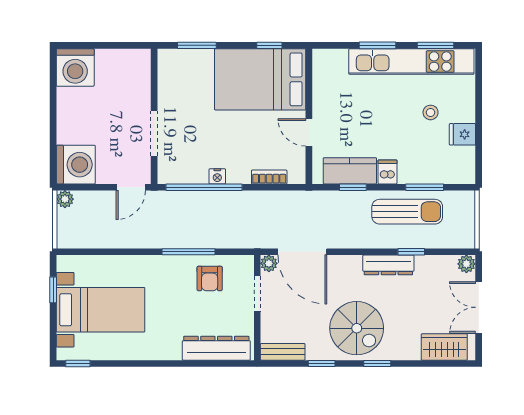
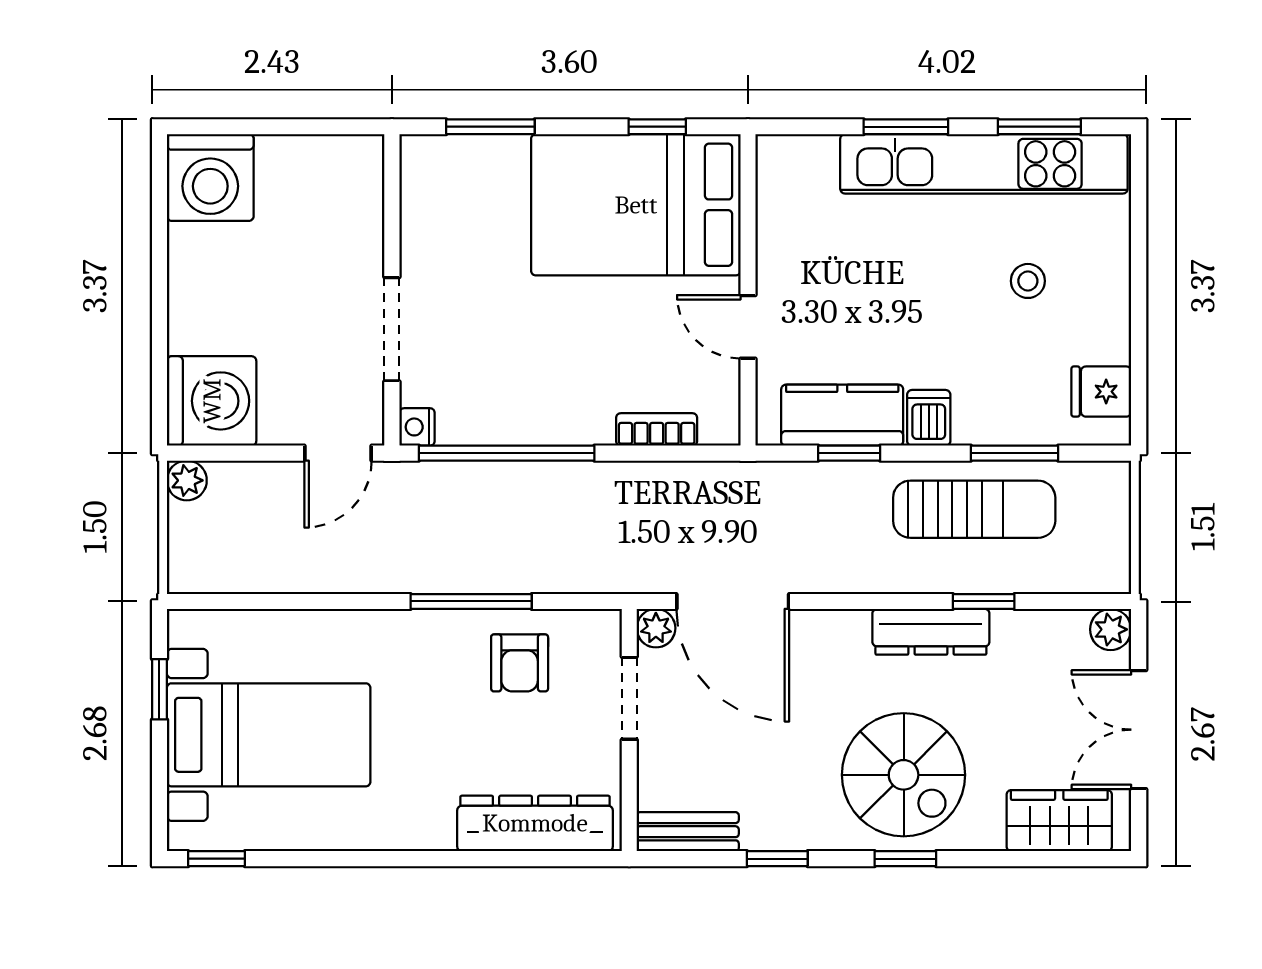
fridge: (462, 134) -> (1101, 392), moved
nightstand: (217, 176) -> (417, 427), moved, turned 90
spiral stairs: (357, 328) -> (904, 775), moved

